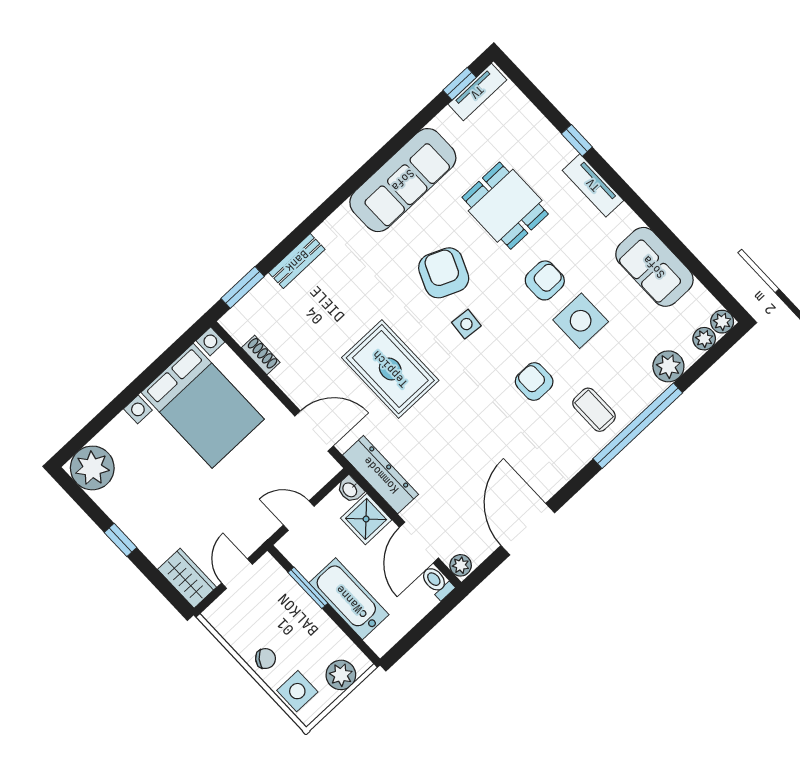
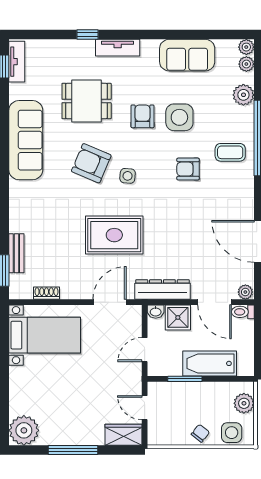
bench: (297, 261) -> (16, 253), moved
bed with nightstands: (203, 406) -> (45, 335), width x0.73
window: (121, 540) -> (73, 450), width x2.17

